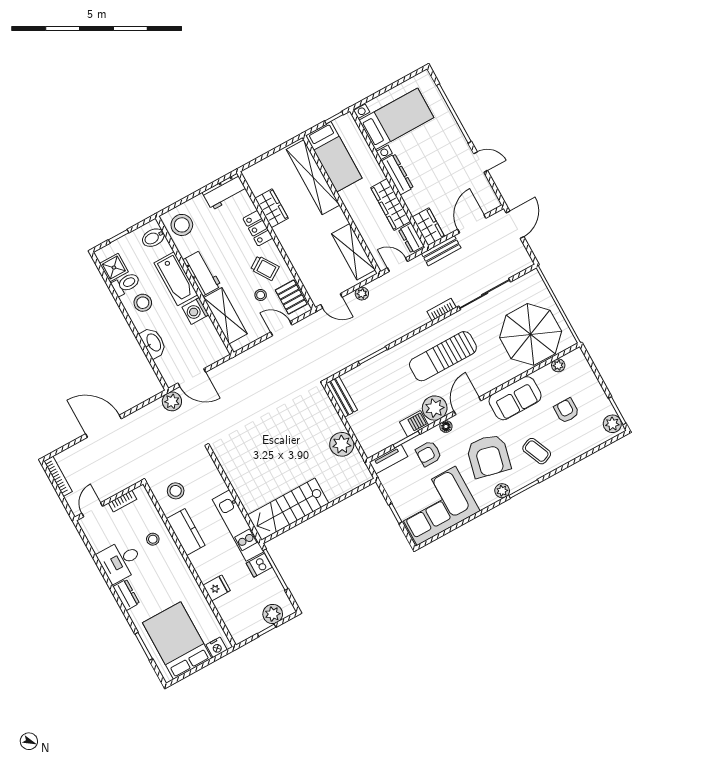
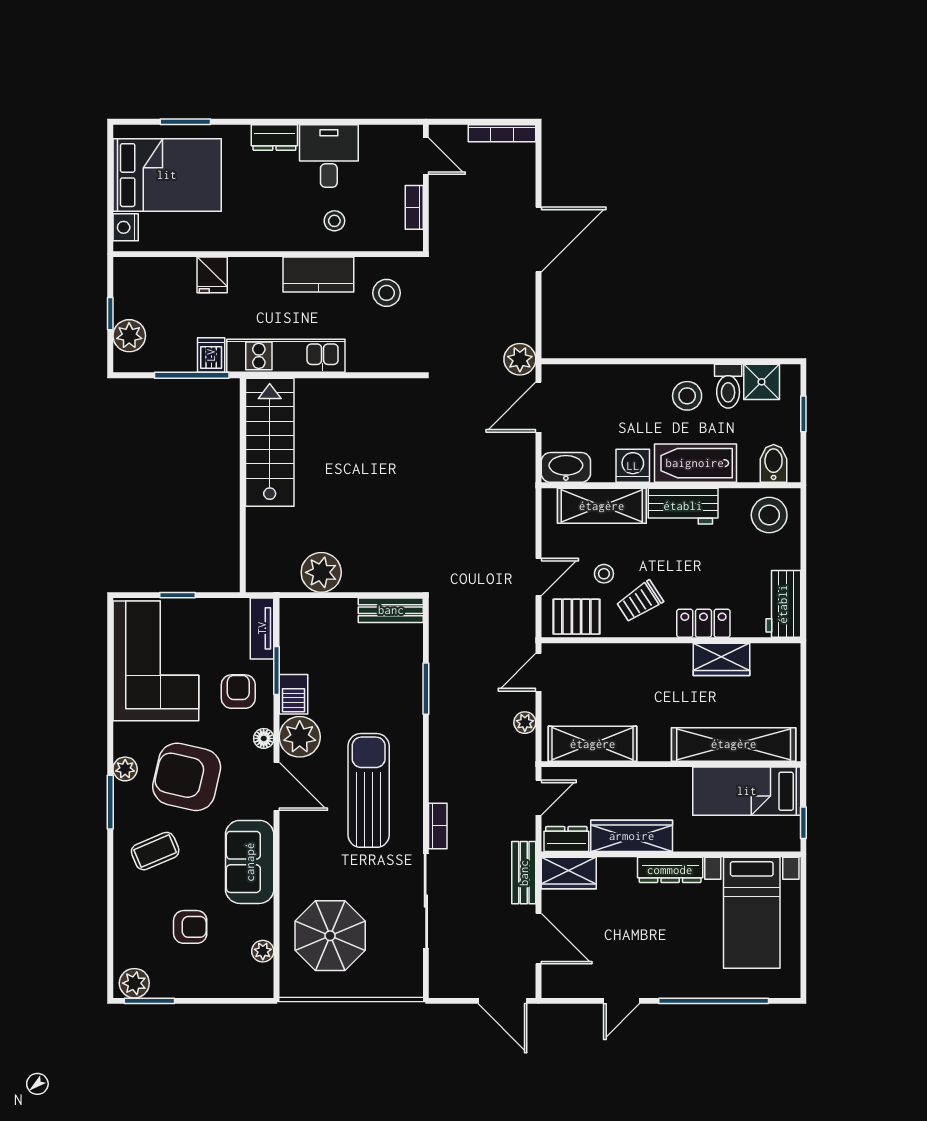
parasol: (531, 334) -> (330, 936), width x0.73, depth x0.73
washbasin: (153, 343) -> (566, 467), moved, turned 180

